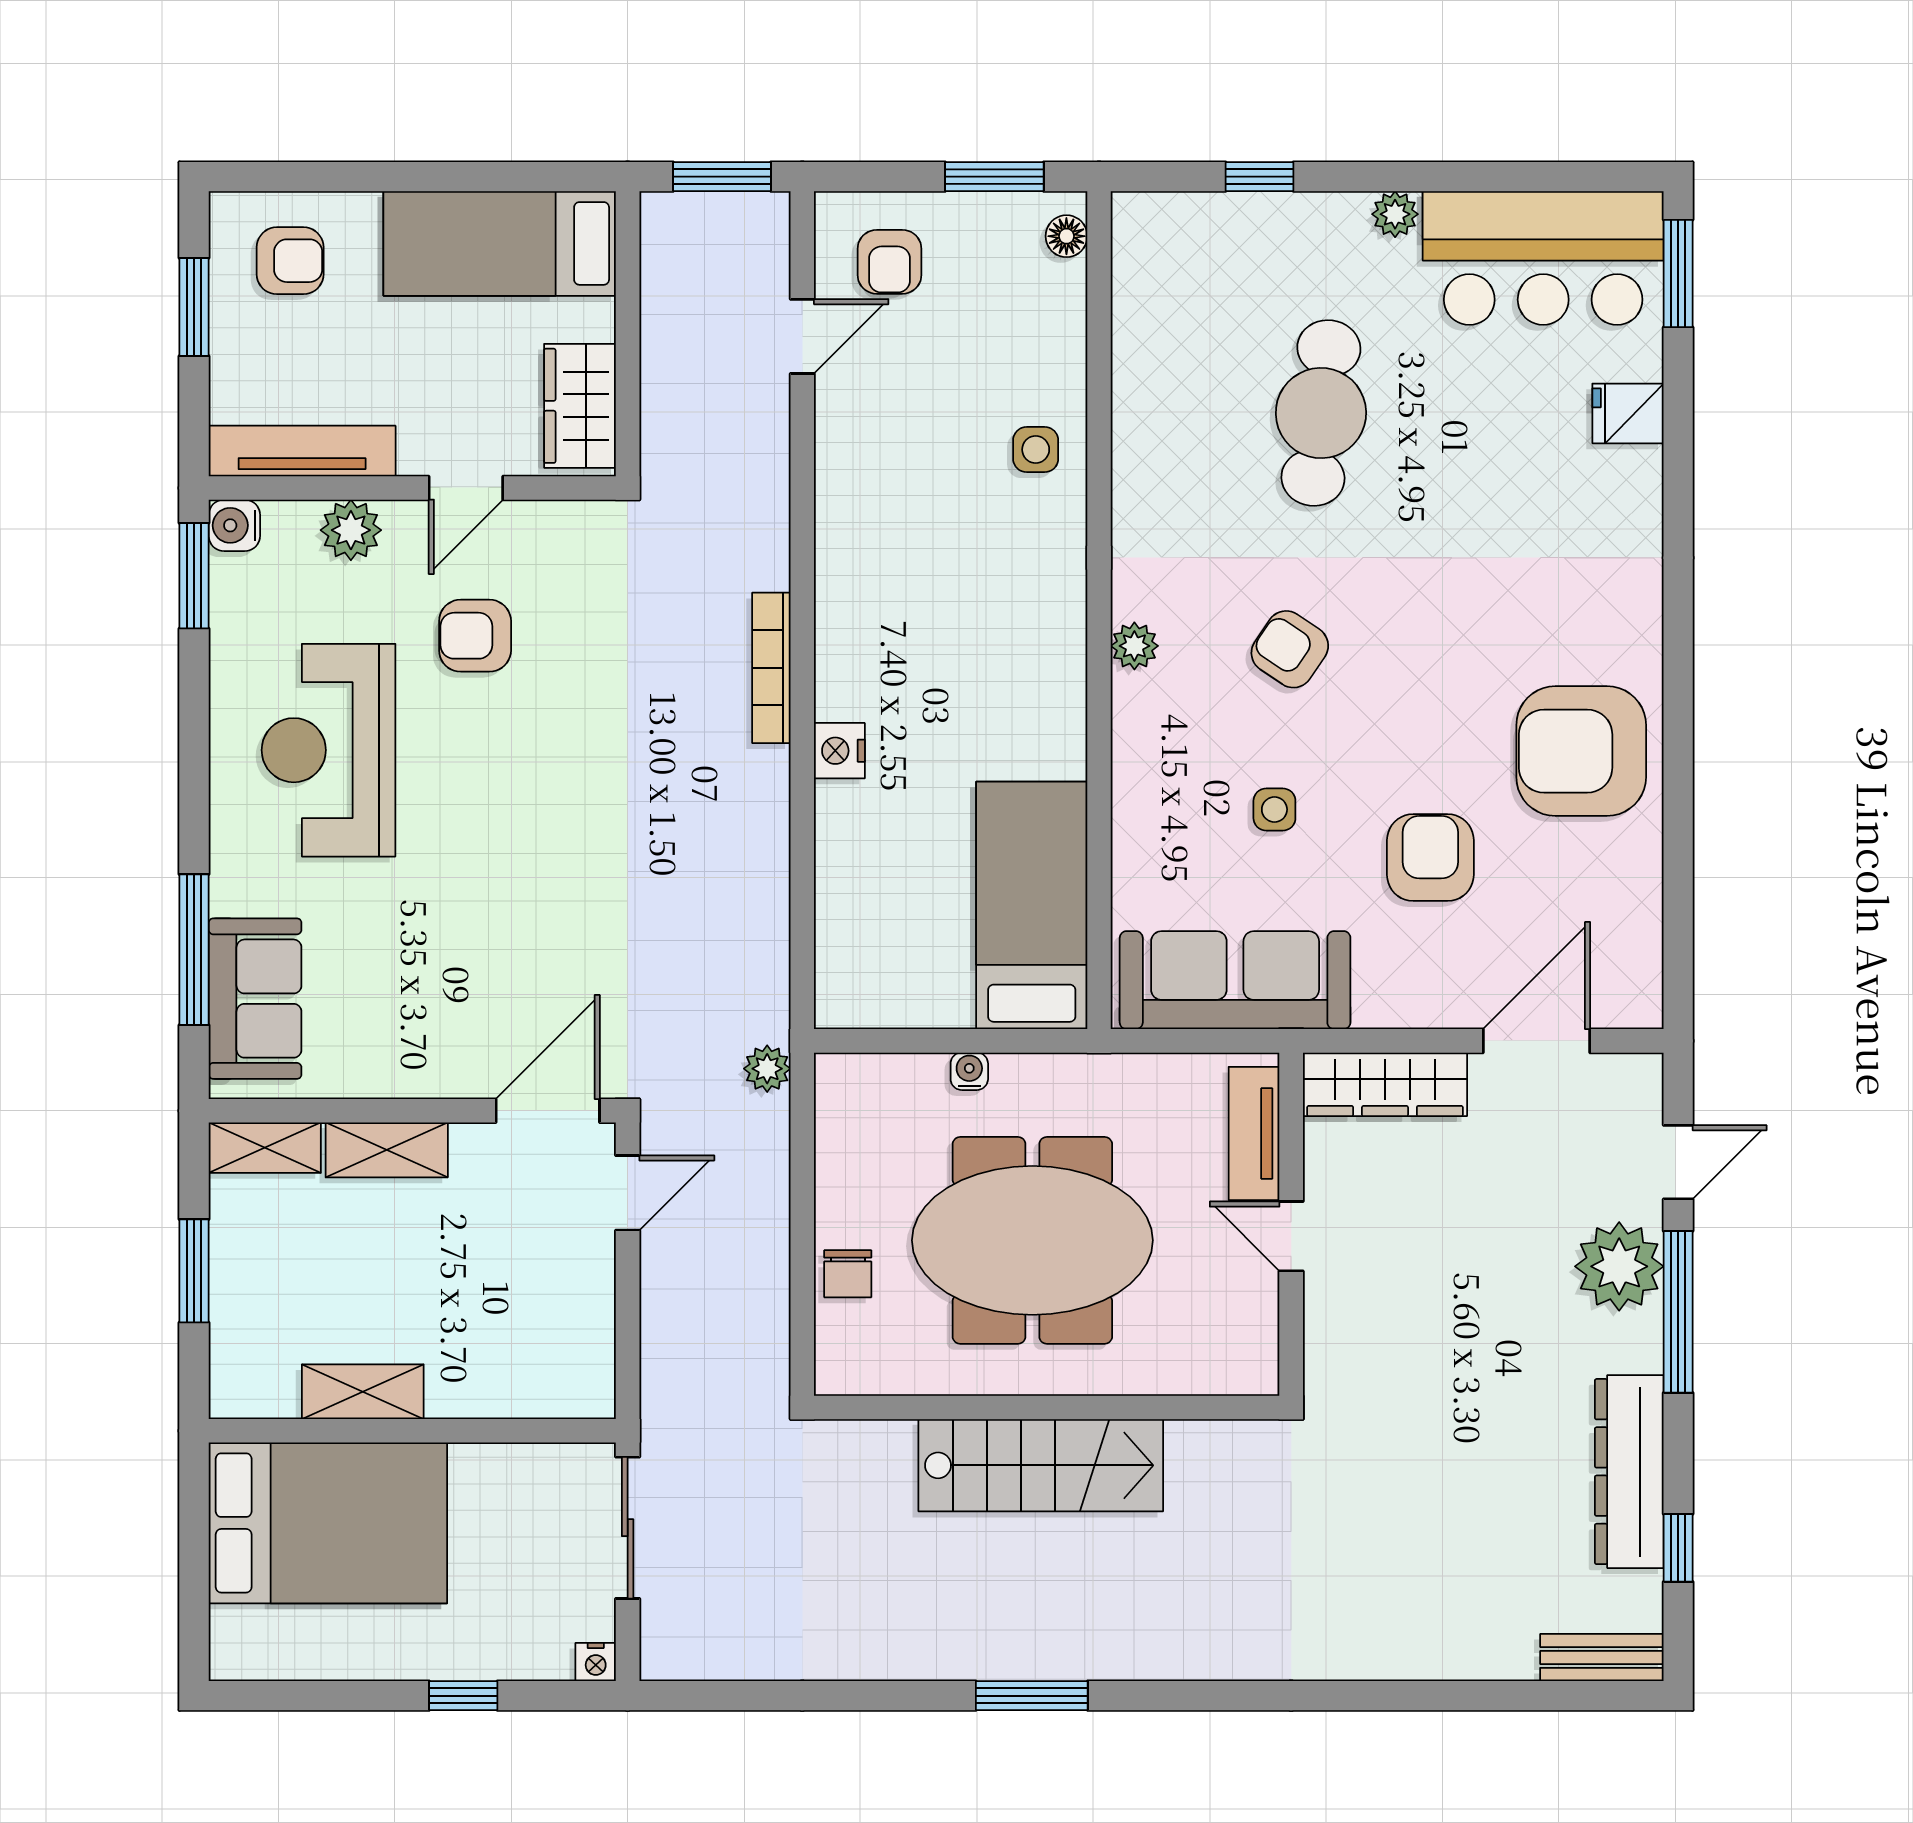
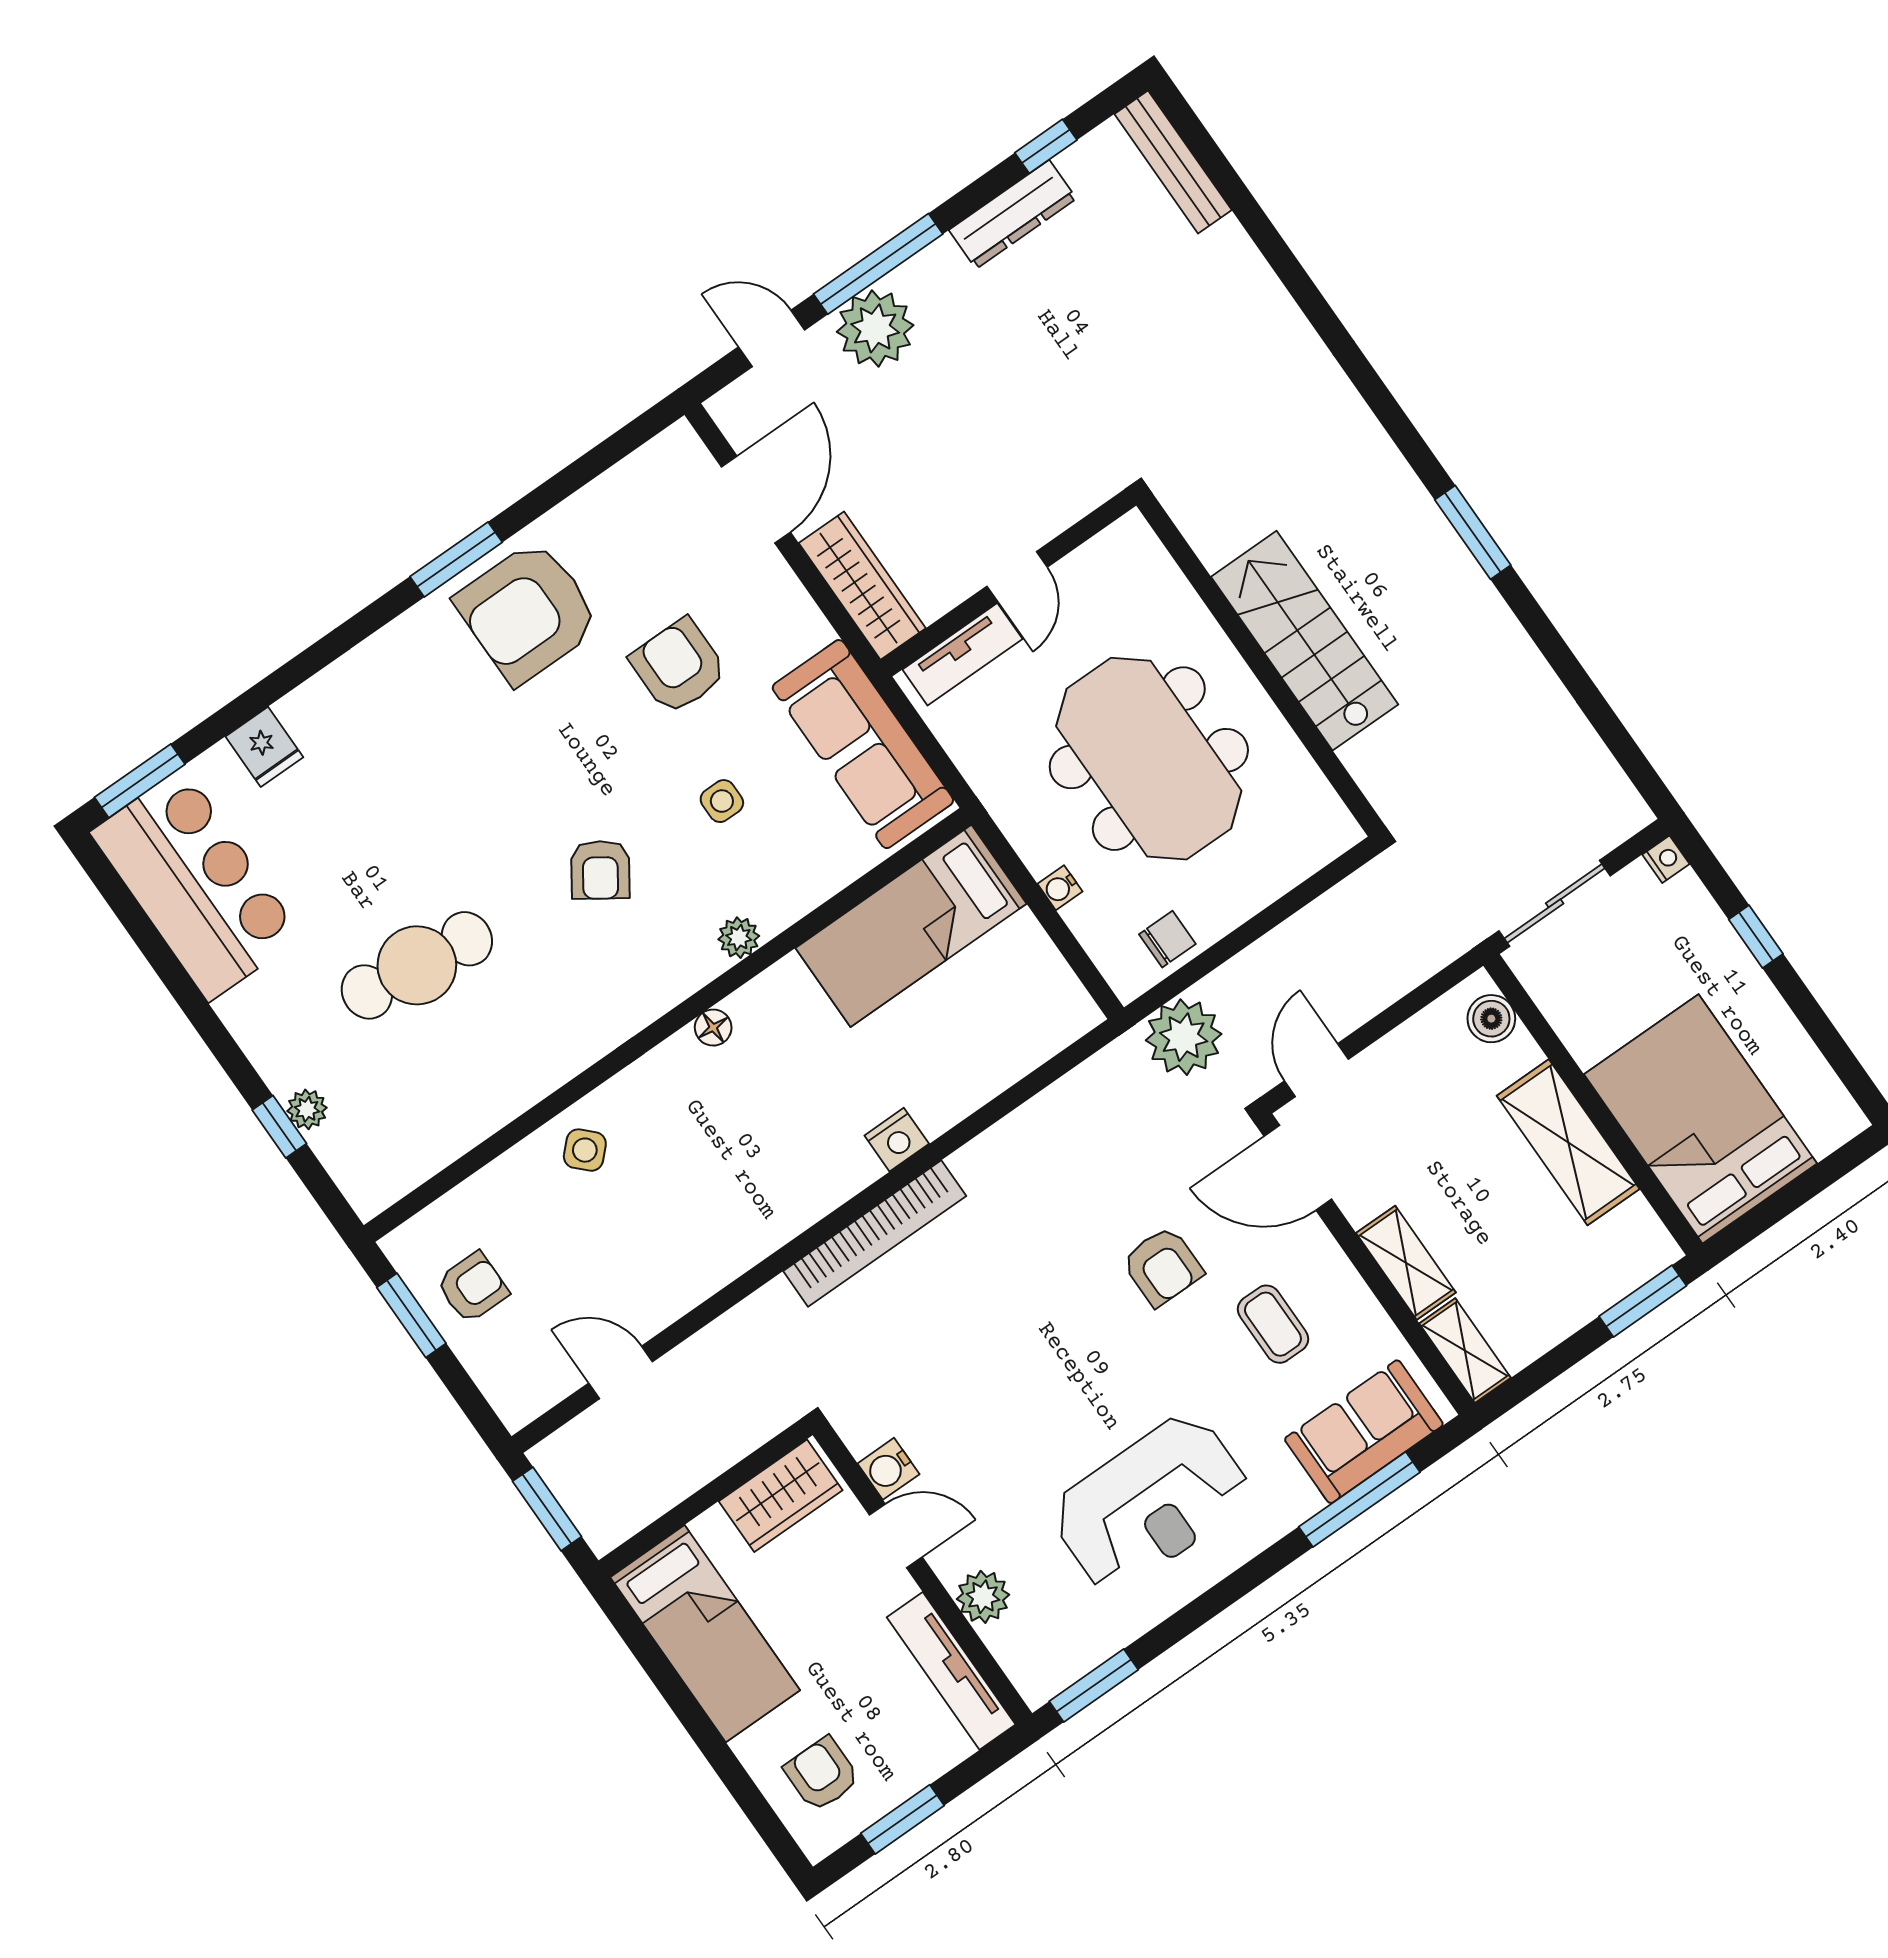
plant: (1395, 214) -> (307, 1109), moved
floor lamp: (1066, 236) -> (713, 1028), moved
armchair: (890, 262) -> (473, 1287), moved
side table: (1036, 450) -> (585, 1150), turned 45
water cooler: (234, 525) -> (888, 1469), moved, turned 90
armchair: (475, 636) -> (1163, 1266), moved
plant: (1134, 646) -> (739, 938), moved
bookcase: (771, 668) -> (875, 1234), width x1.48, depth x1.31
window: (1678, 718) -> (456, 559), added
armchair: (1581, 751) -> (528, 612), turned 90
armchair: (1430, 858) -> (678, 666), turned 90
coffee table: (417, 984) -> (1273, 1324), added
door: (1537, 1041) -> (756, 499), swing flipped
plant: (767, 1069) -> (1184, 1037), width x1.87, depth x1.87
door: (628, 1193) -> (1317, 1070), hinge flipped
window: (194, 1271) -> (1643, 1301), moved
chair: (848, 1274) -> (1167, 939), moved
shelving: (363, 1392) -> (1568, 1142), width x1.50, depth x1.33
boiler: (561, 1392) -> (1491, 1019), added
dresser: (1629, 1472) -> (1013, 214), width x0.73, depth x0.80
bench: (1602, 1657) -> (1173, 162), width x1.36

